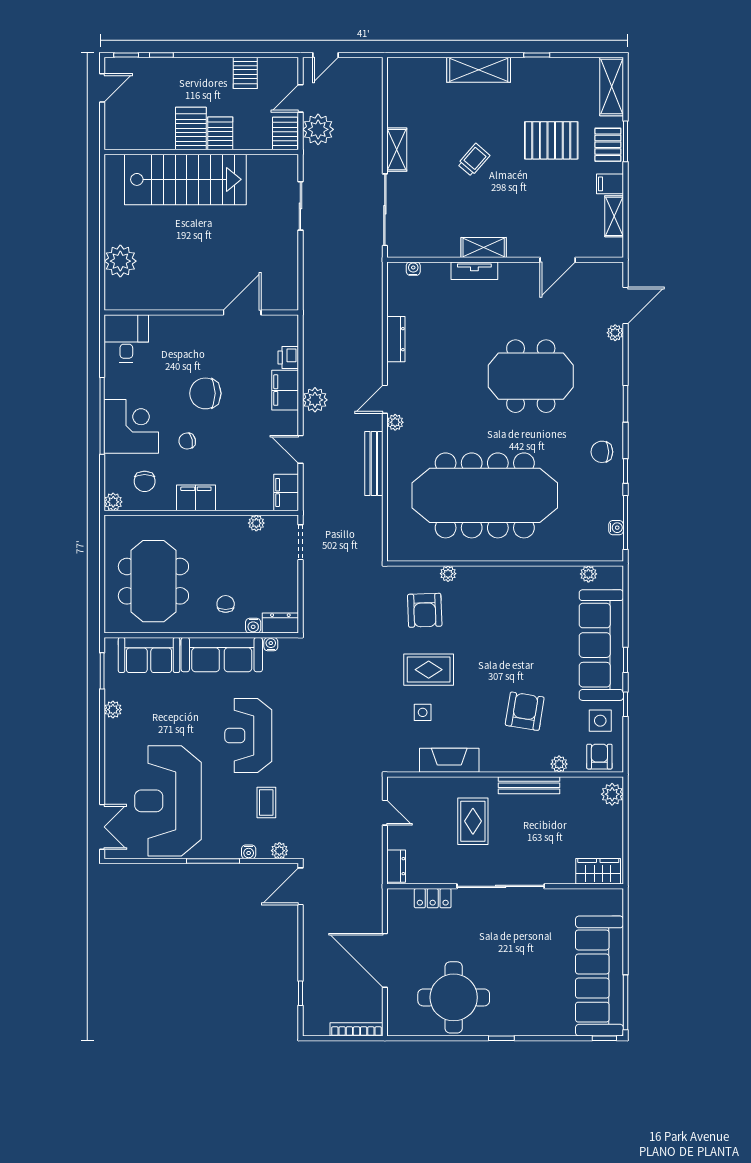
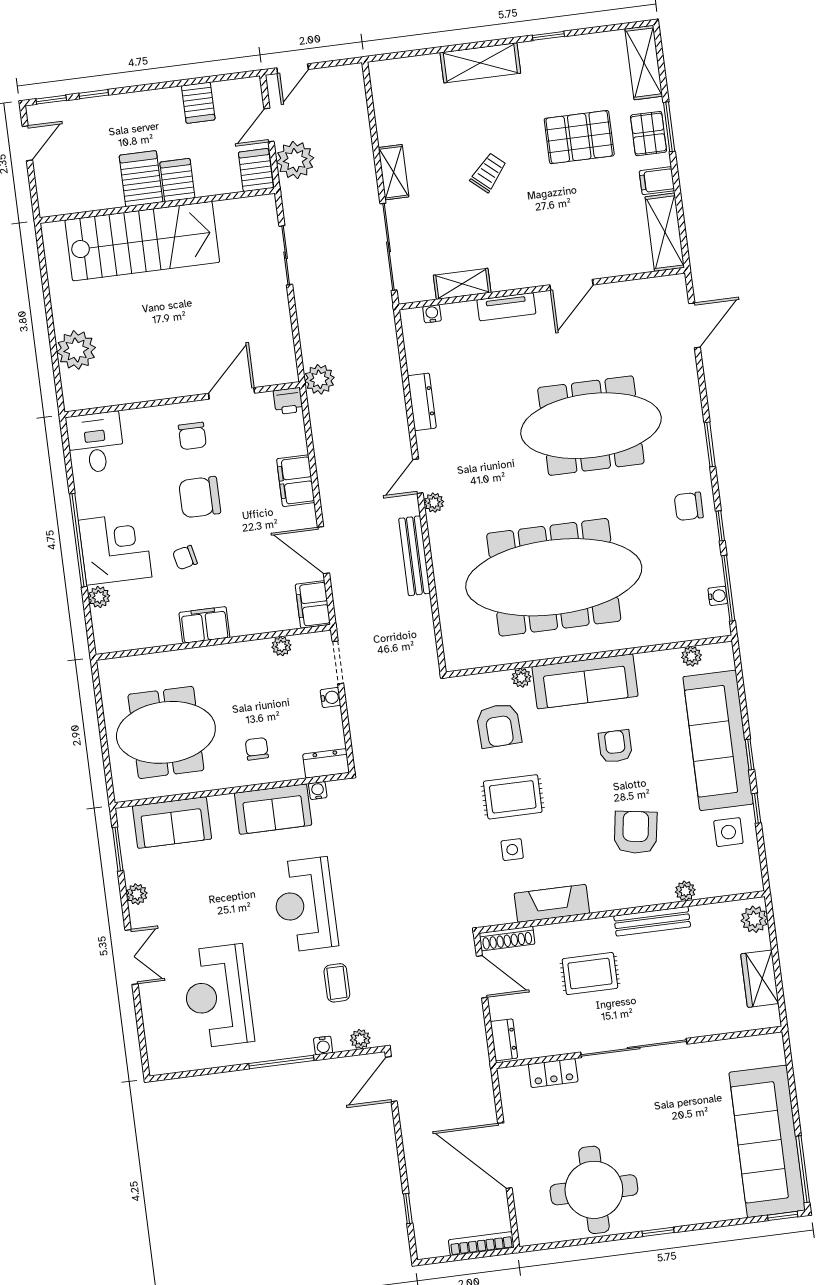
shelving: (614, 216) -> (665, 232), width x1.50, depth x1.33
shelving: (484, 247) -> (462, 284), moved
door: (558, 260) -> (571, 285), moved
plant: (615, 333) -> (686, 360), removed
printer: (288, 357) -> (288, 401), moved, turned -90
meeting table: (531, 376) -> (591, 426), width x1.36
plant: (315, 400) -> (319, 379), moved
door: (300, 449) -> (323, 550), width x1.38
chair: (145, 481) -> (192, 436), moved
plant: (113, 502) -> (99, 597), moved
meeting table: (153, 581) -> (166, 732), turned 90
sofa: (499, 583) -> (585, 681), added
water cooler: (253, 626) -> (331, 697), moved, turned -90
sofa: (222, 655) -> (273, 809), width x0.73
armchair: (599, 757) -> (615, 746), moved
shoe rack: (409, 784) -> (507, 939), added
reception desk: (168, 801) -> (218, 996), width x0.74, depth x0.77
door: (385, 813) -> (482, 977), width x1.38
rug: (473, 821) -> (590, 974), turned 90
double door: (102, 827) -> (132, 957), moved
wardrobe: (598, 871) -> (760, 979), moved, turned -90

